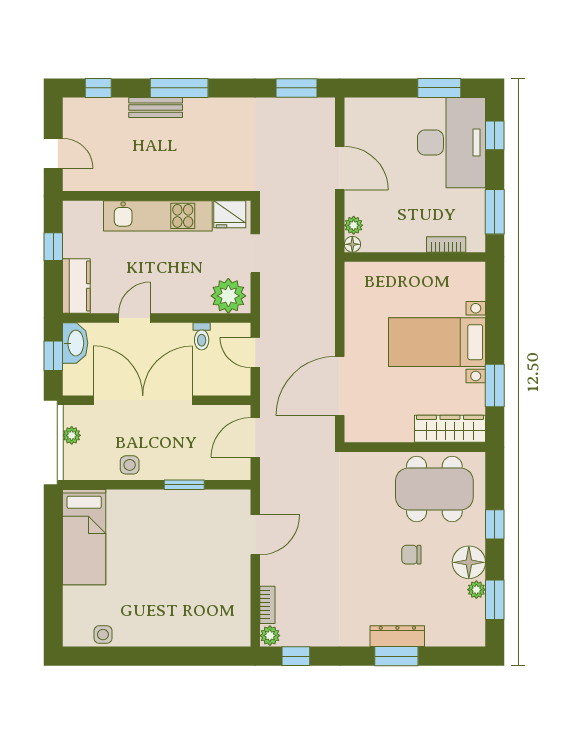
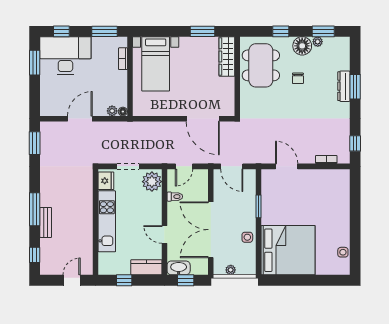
bed with nightstands: (437, 342) -> (156, 64), moved
bed: (84, 537) -> (288, 250), width x2.04
plant: (270, 636) -> (344, 158), removed

